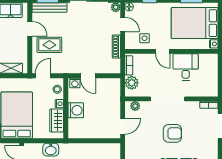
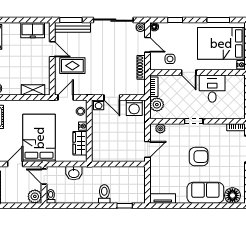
doorway: (168, 99) -> (194, 121), width x0.53
washing machine: (76, 110) -> (134, 108), moved, turned 90

